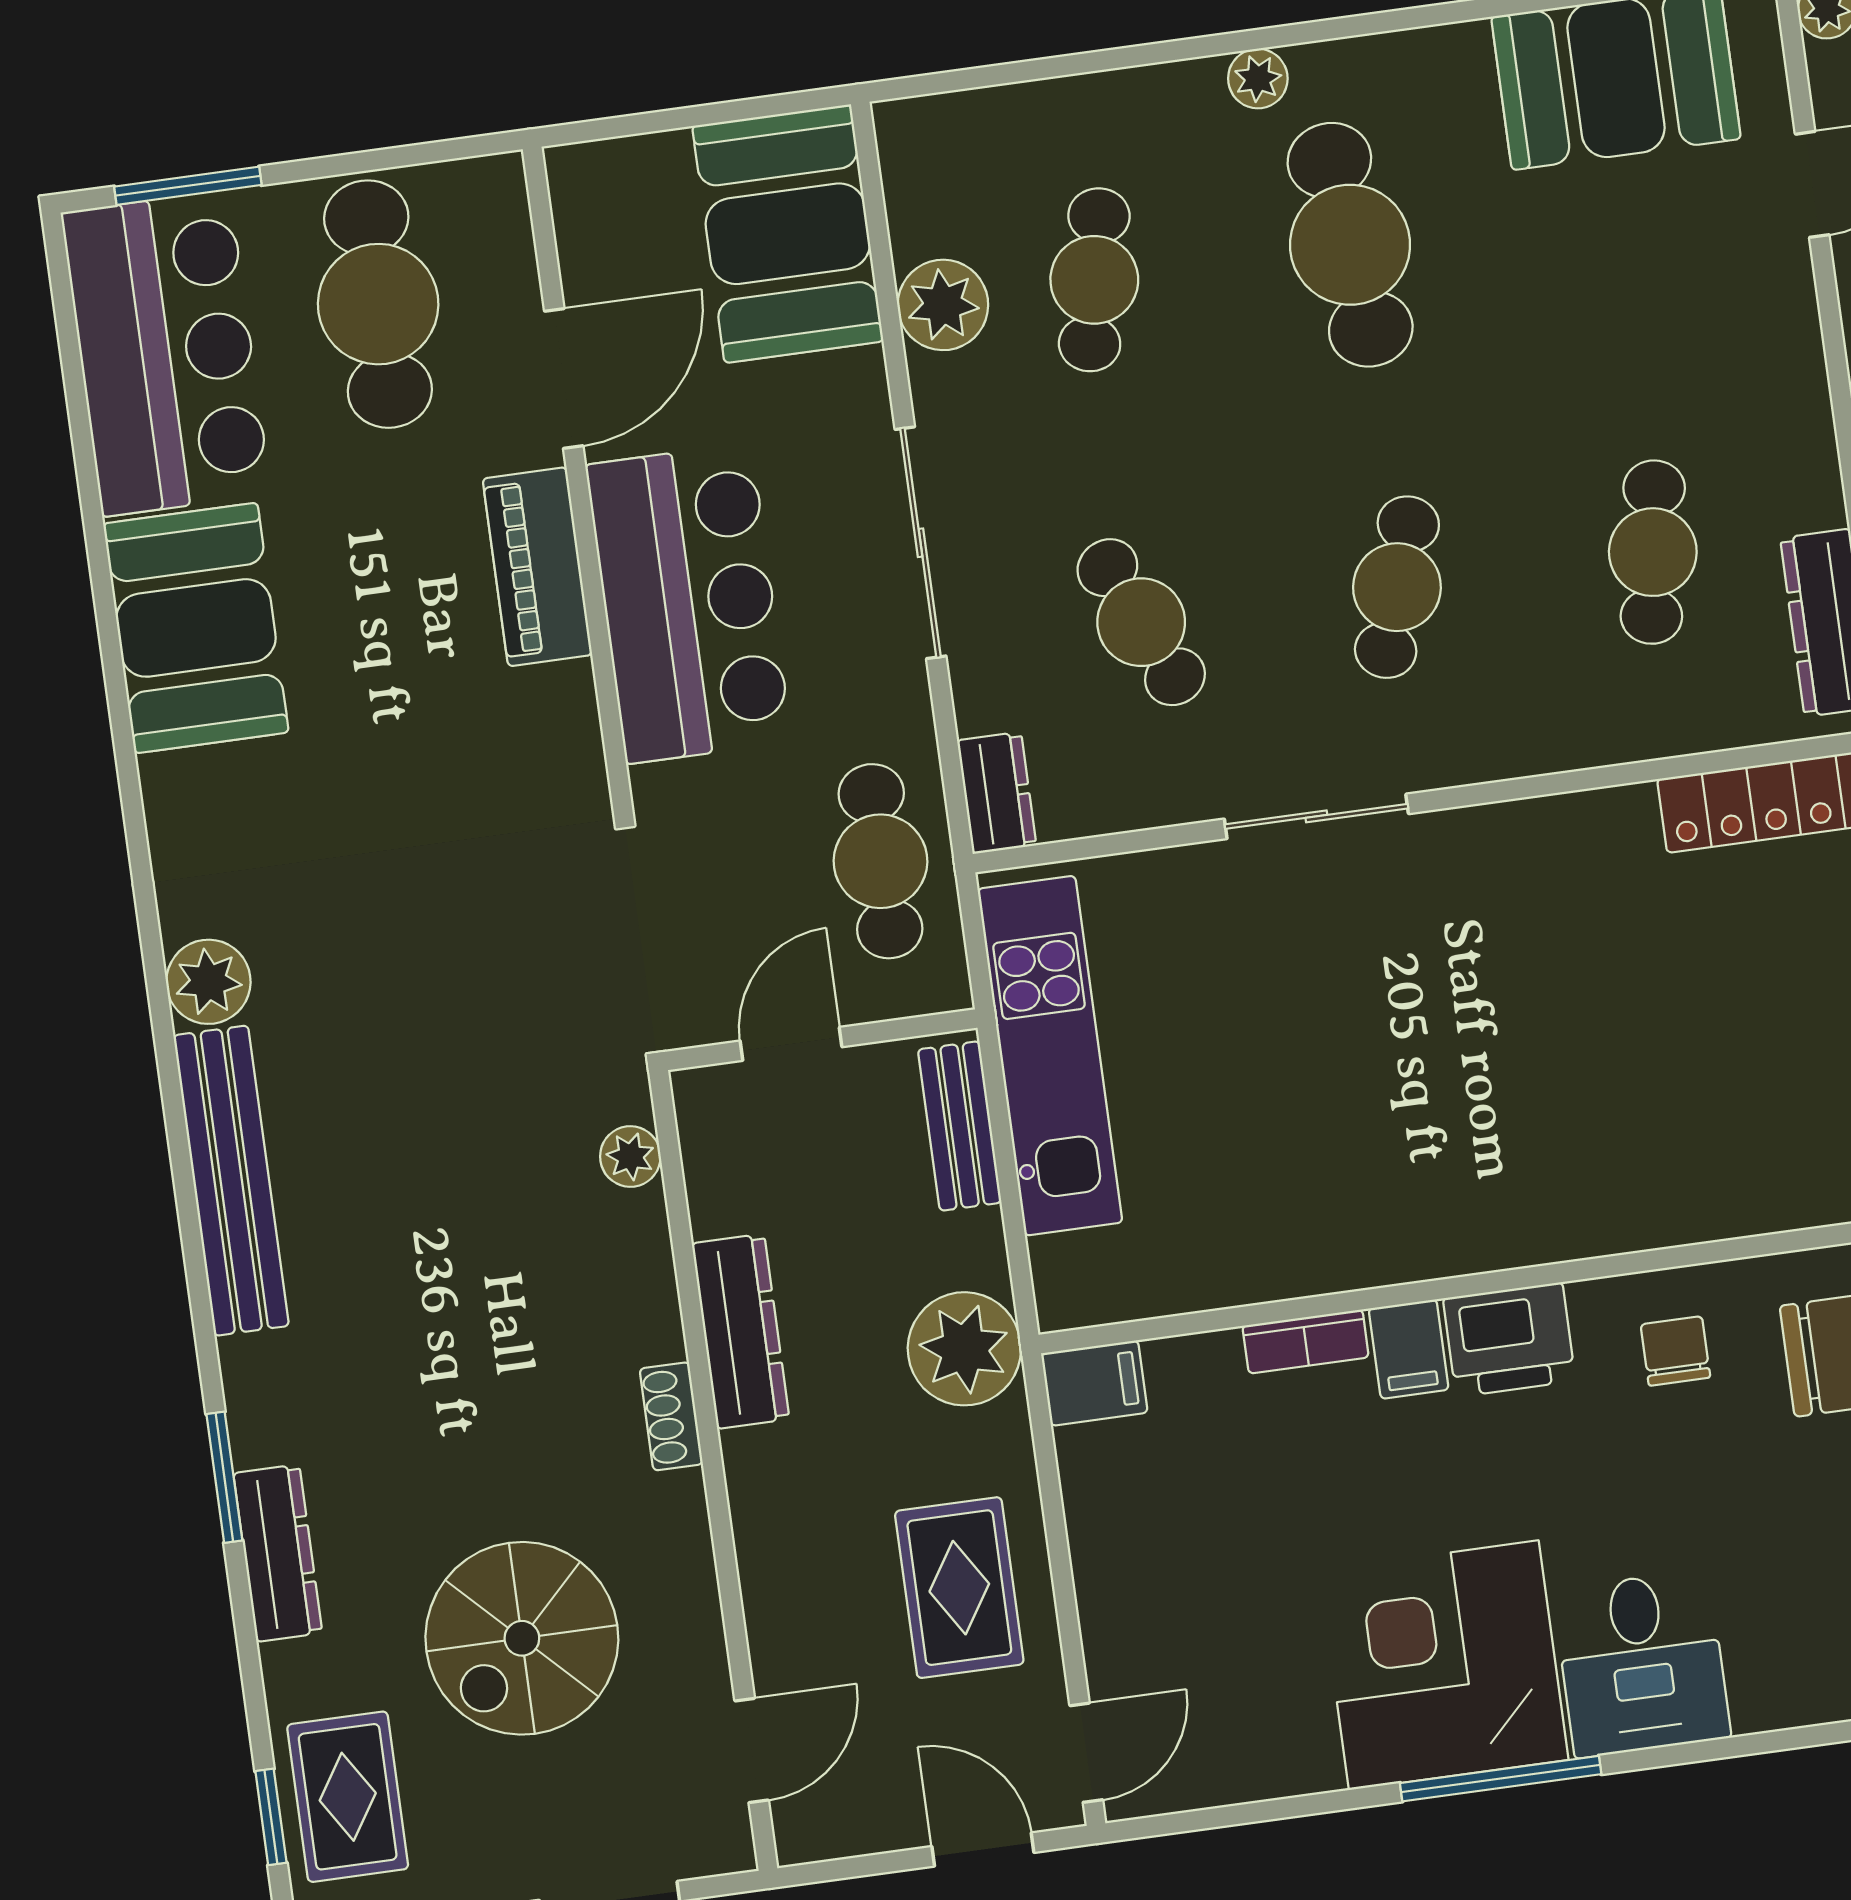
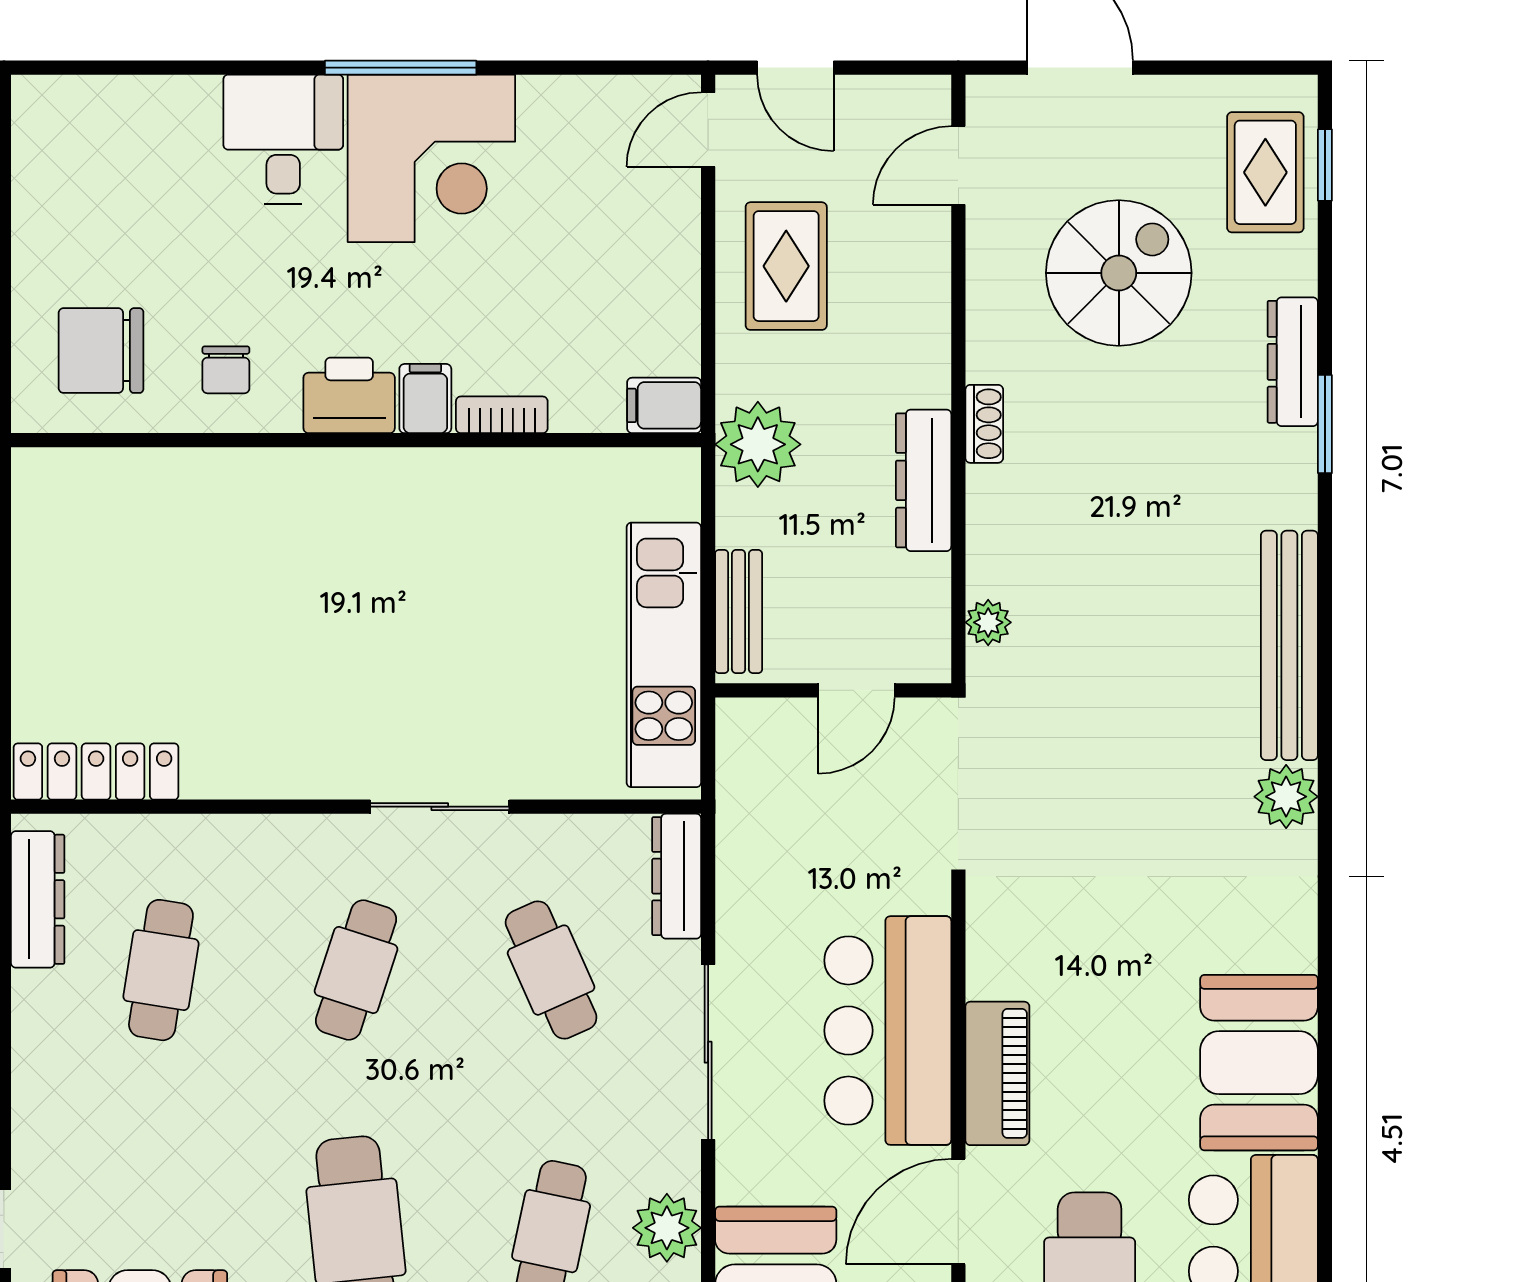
dresser: (997, 793) -> (677, 876), width x1.44
cafe table: (880, 861) -> (771, 818), removed

